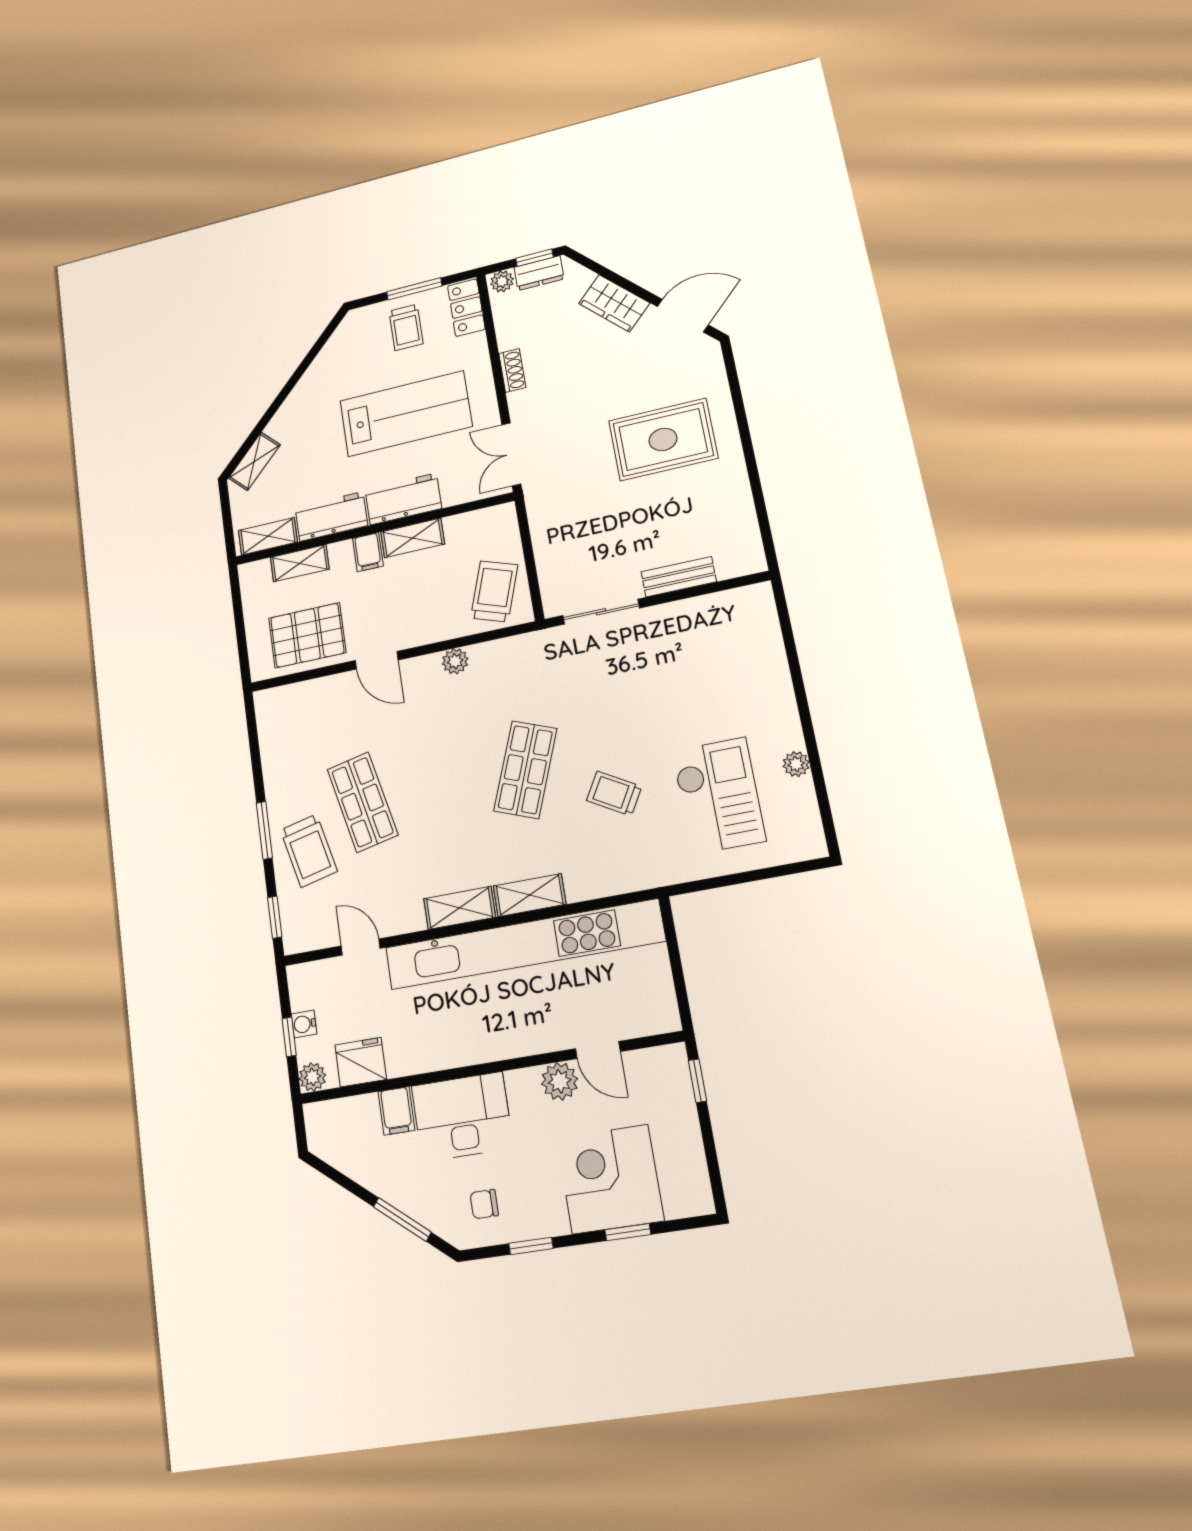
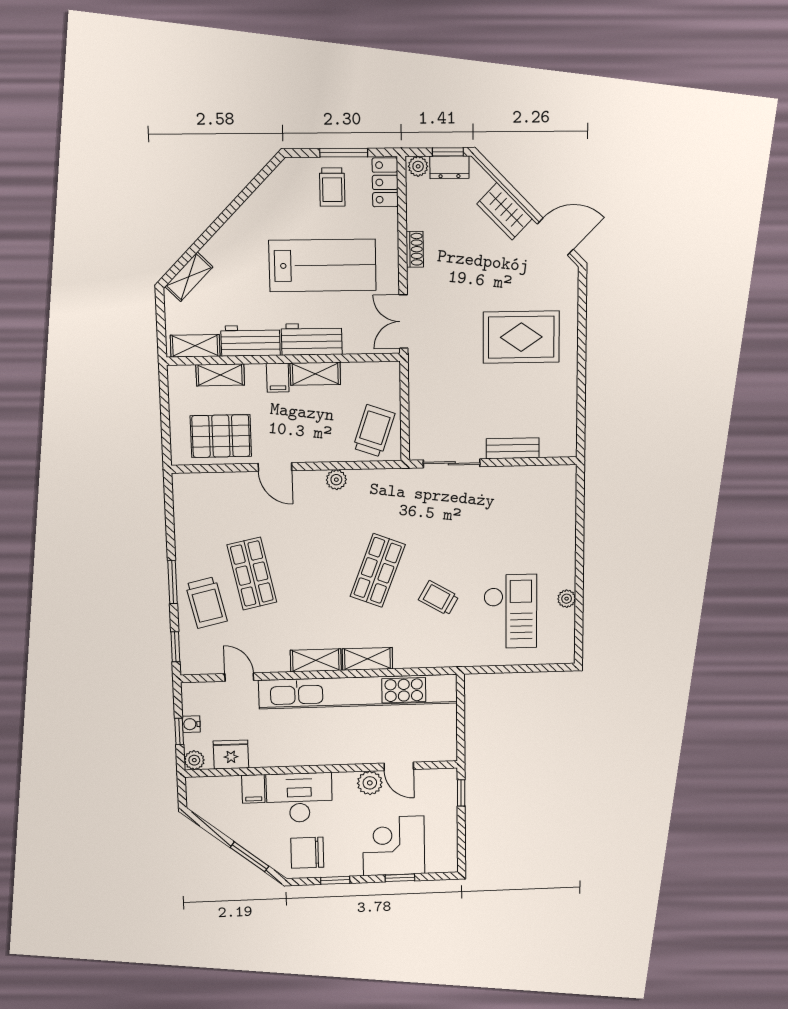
chair: (484, 1204) -> (307, 853), width x1.87, depth x1.87

